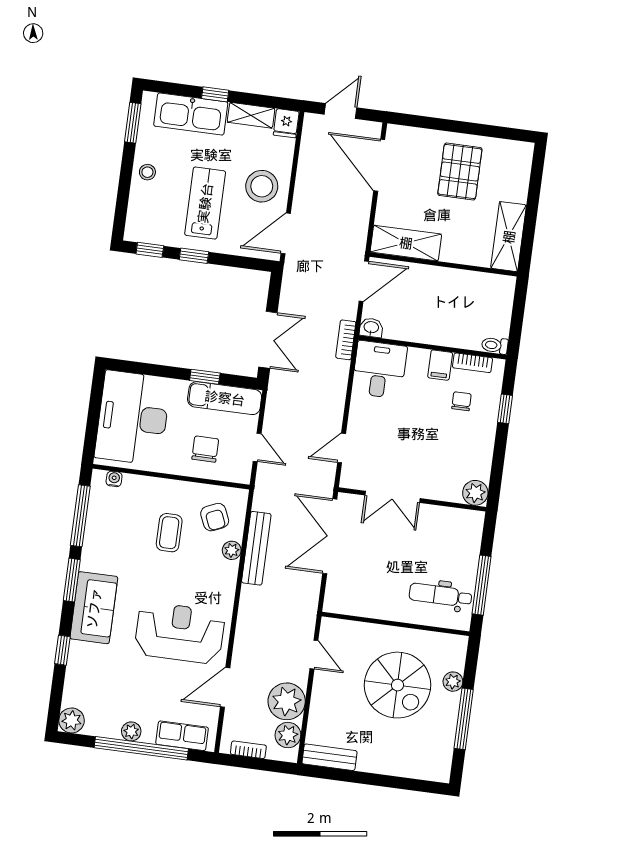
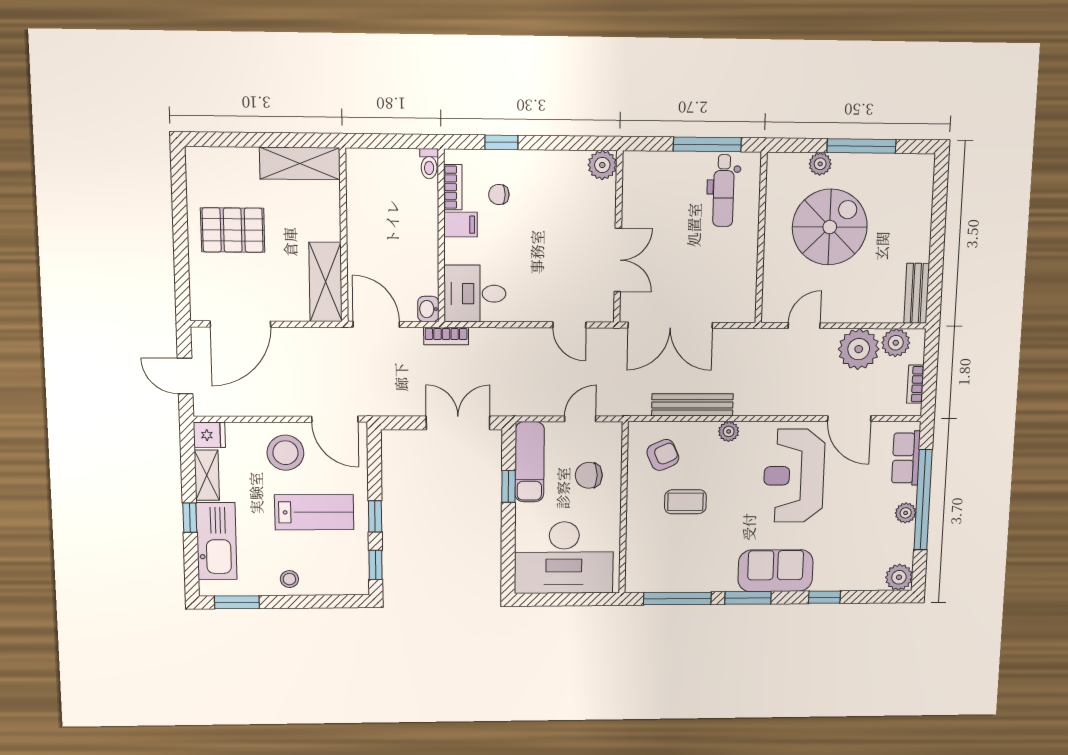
lab bench: (205, 203) -> (314, 512), turned 180
water cooler: (114, 479) -> (633, 568), removed
plant: (232, 550) -> (729, 431), moved

